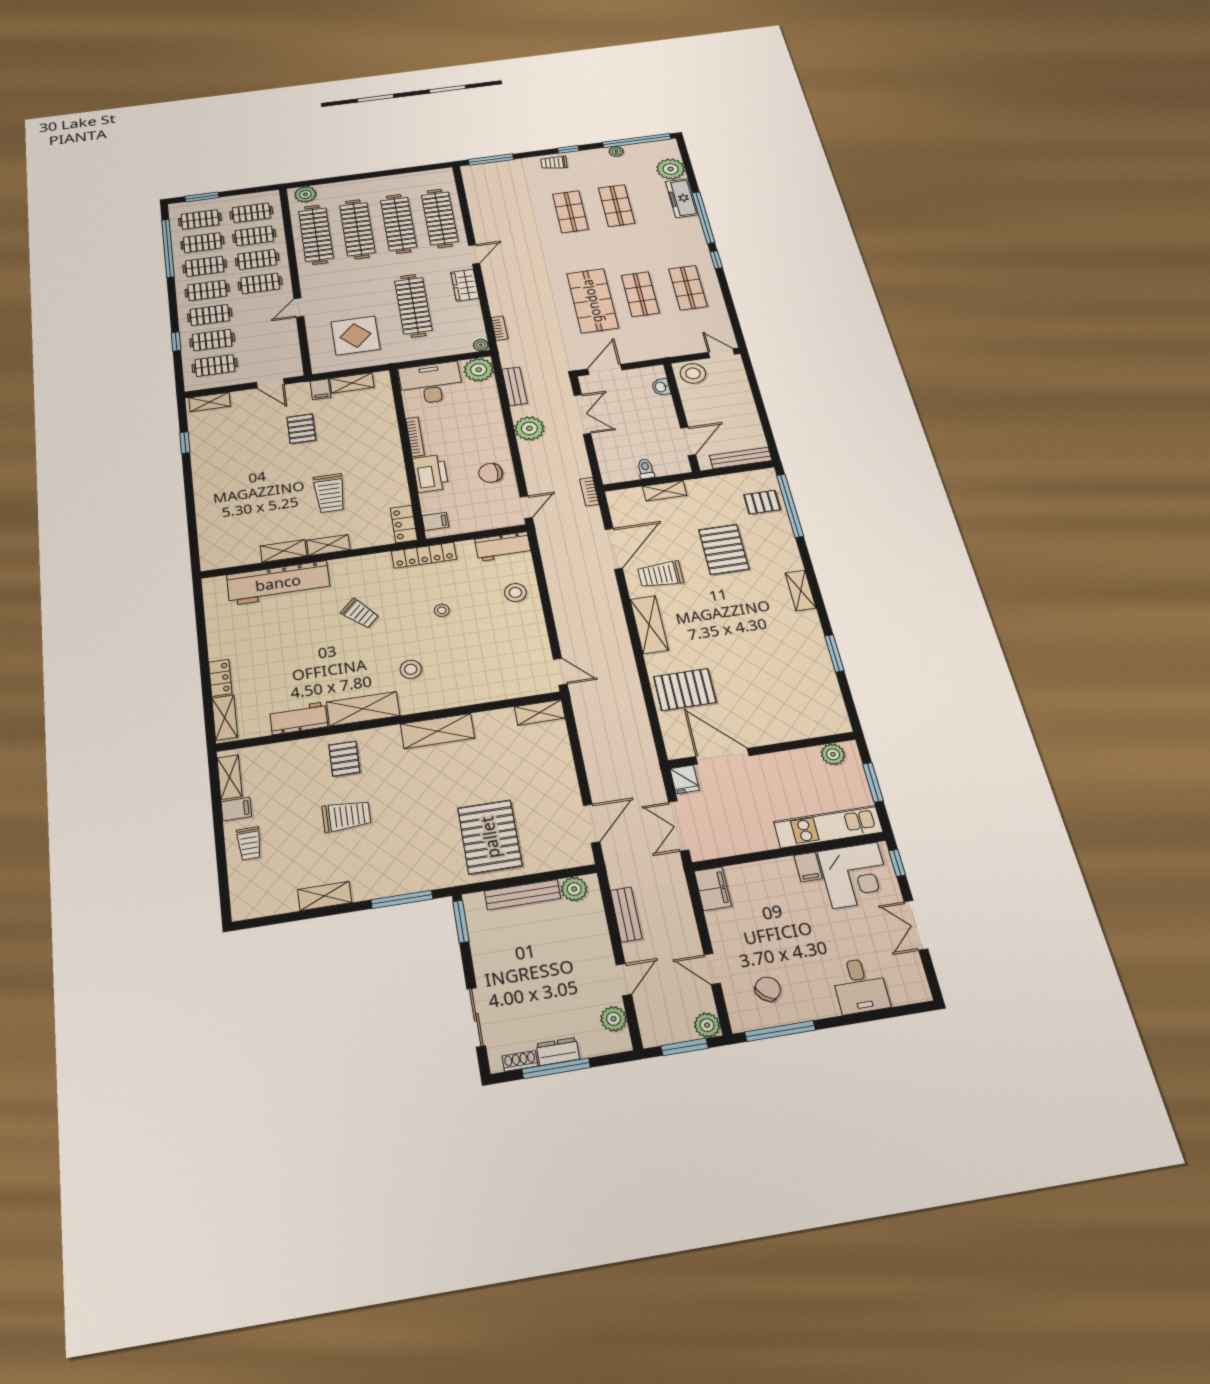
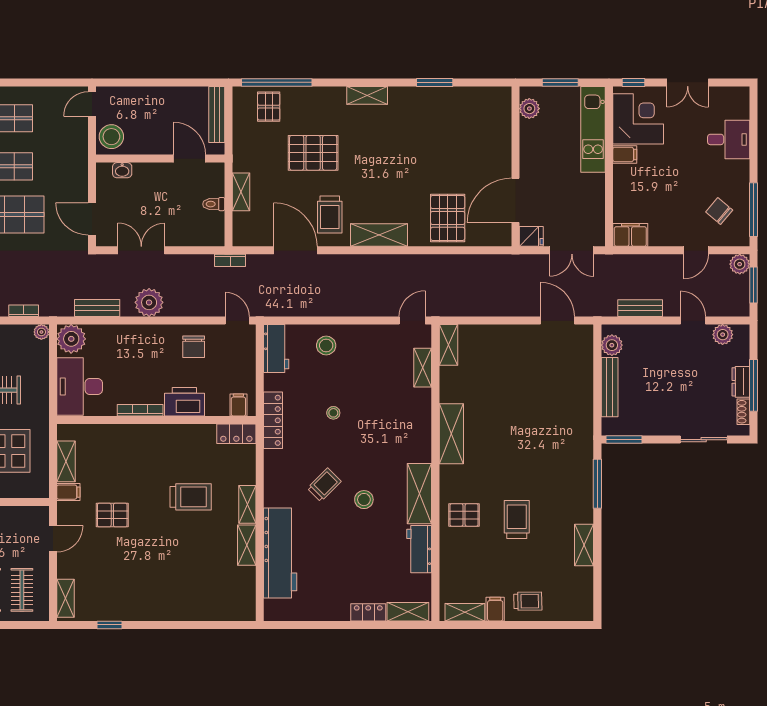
stool: (411, 669) -> (364, 500), moved
shelving: (509, 690) -> (423, 368), added
pallet: (490, 837) -> (555, 405), removed

